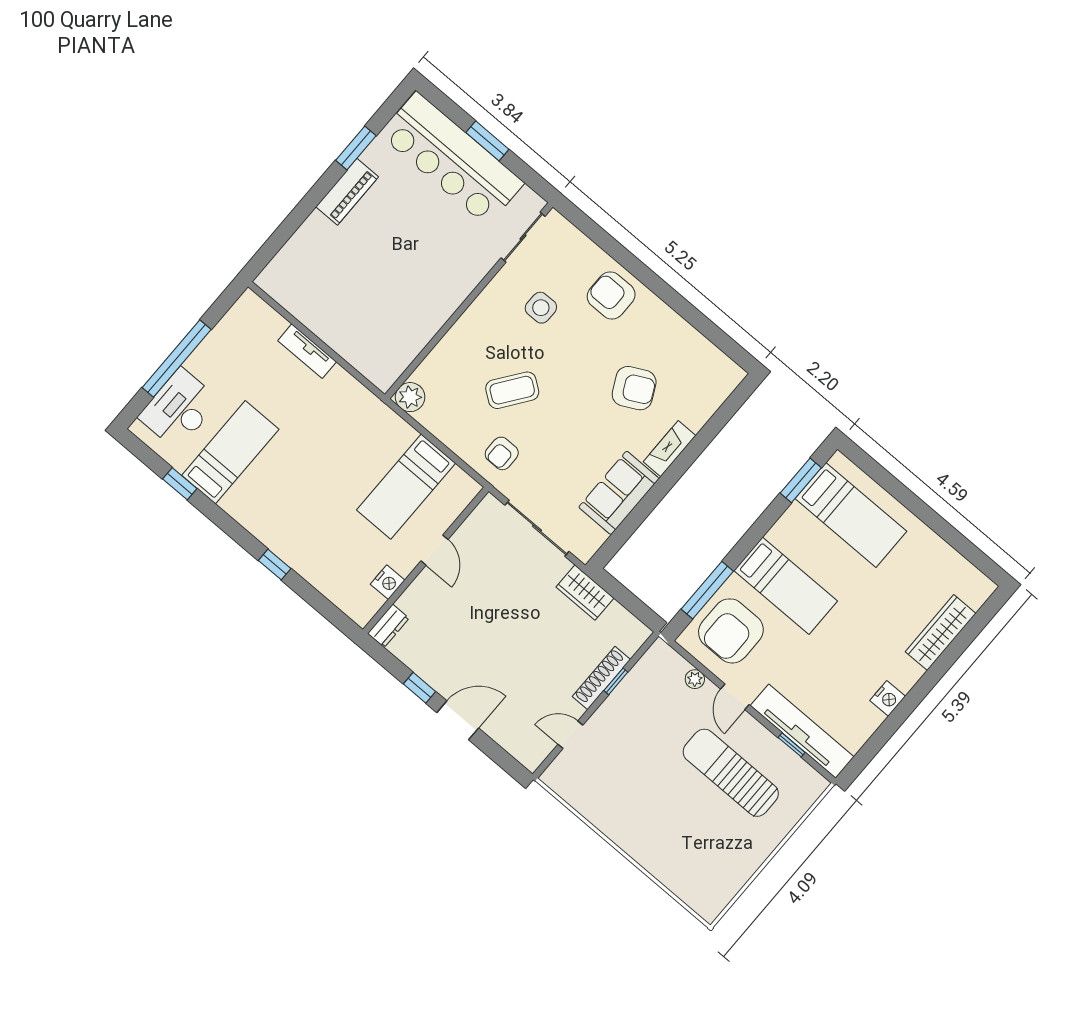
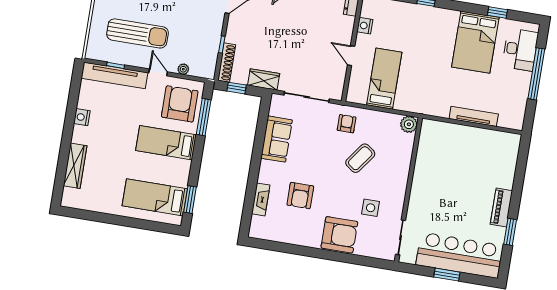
armchair: (611, 295) -> (339, 235), width x1.36, depth x1.36
tv unit: (307, 351) -> (474, 116), width x1.41
armchair: (634, 388) -> (300, 196), turned -63
fireplace: (670, 449) -> (261, 199), moved
bed: (230, 452) -> (475, 42), width x1.50
window: (633, 604) -> (237, 88), added
shoe rack: (601, 678) -> (227, 63), moved

